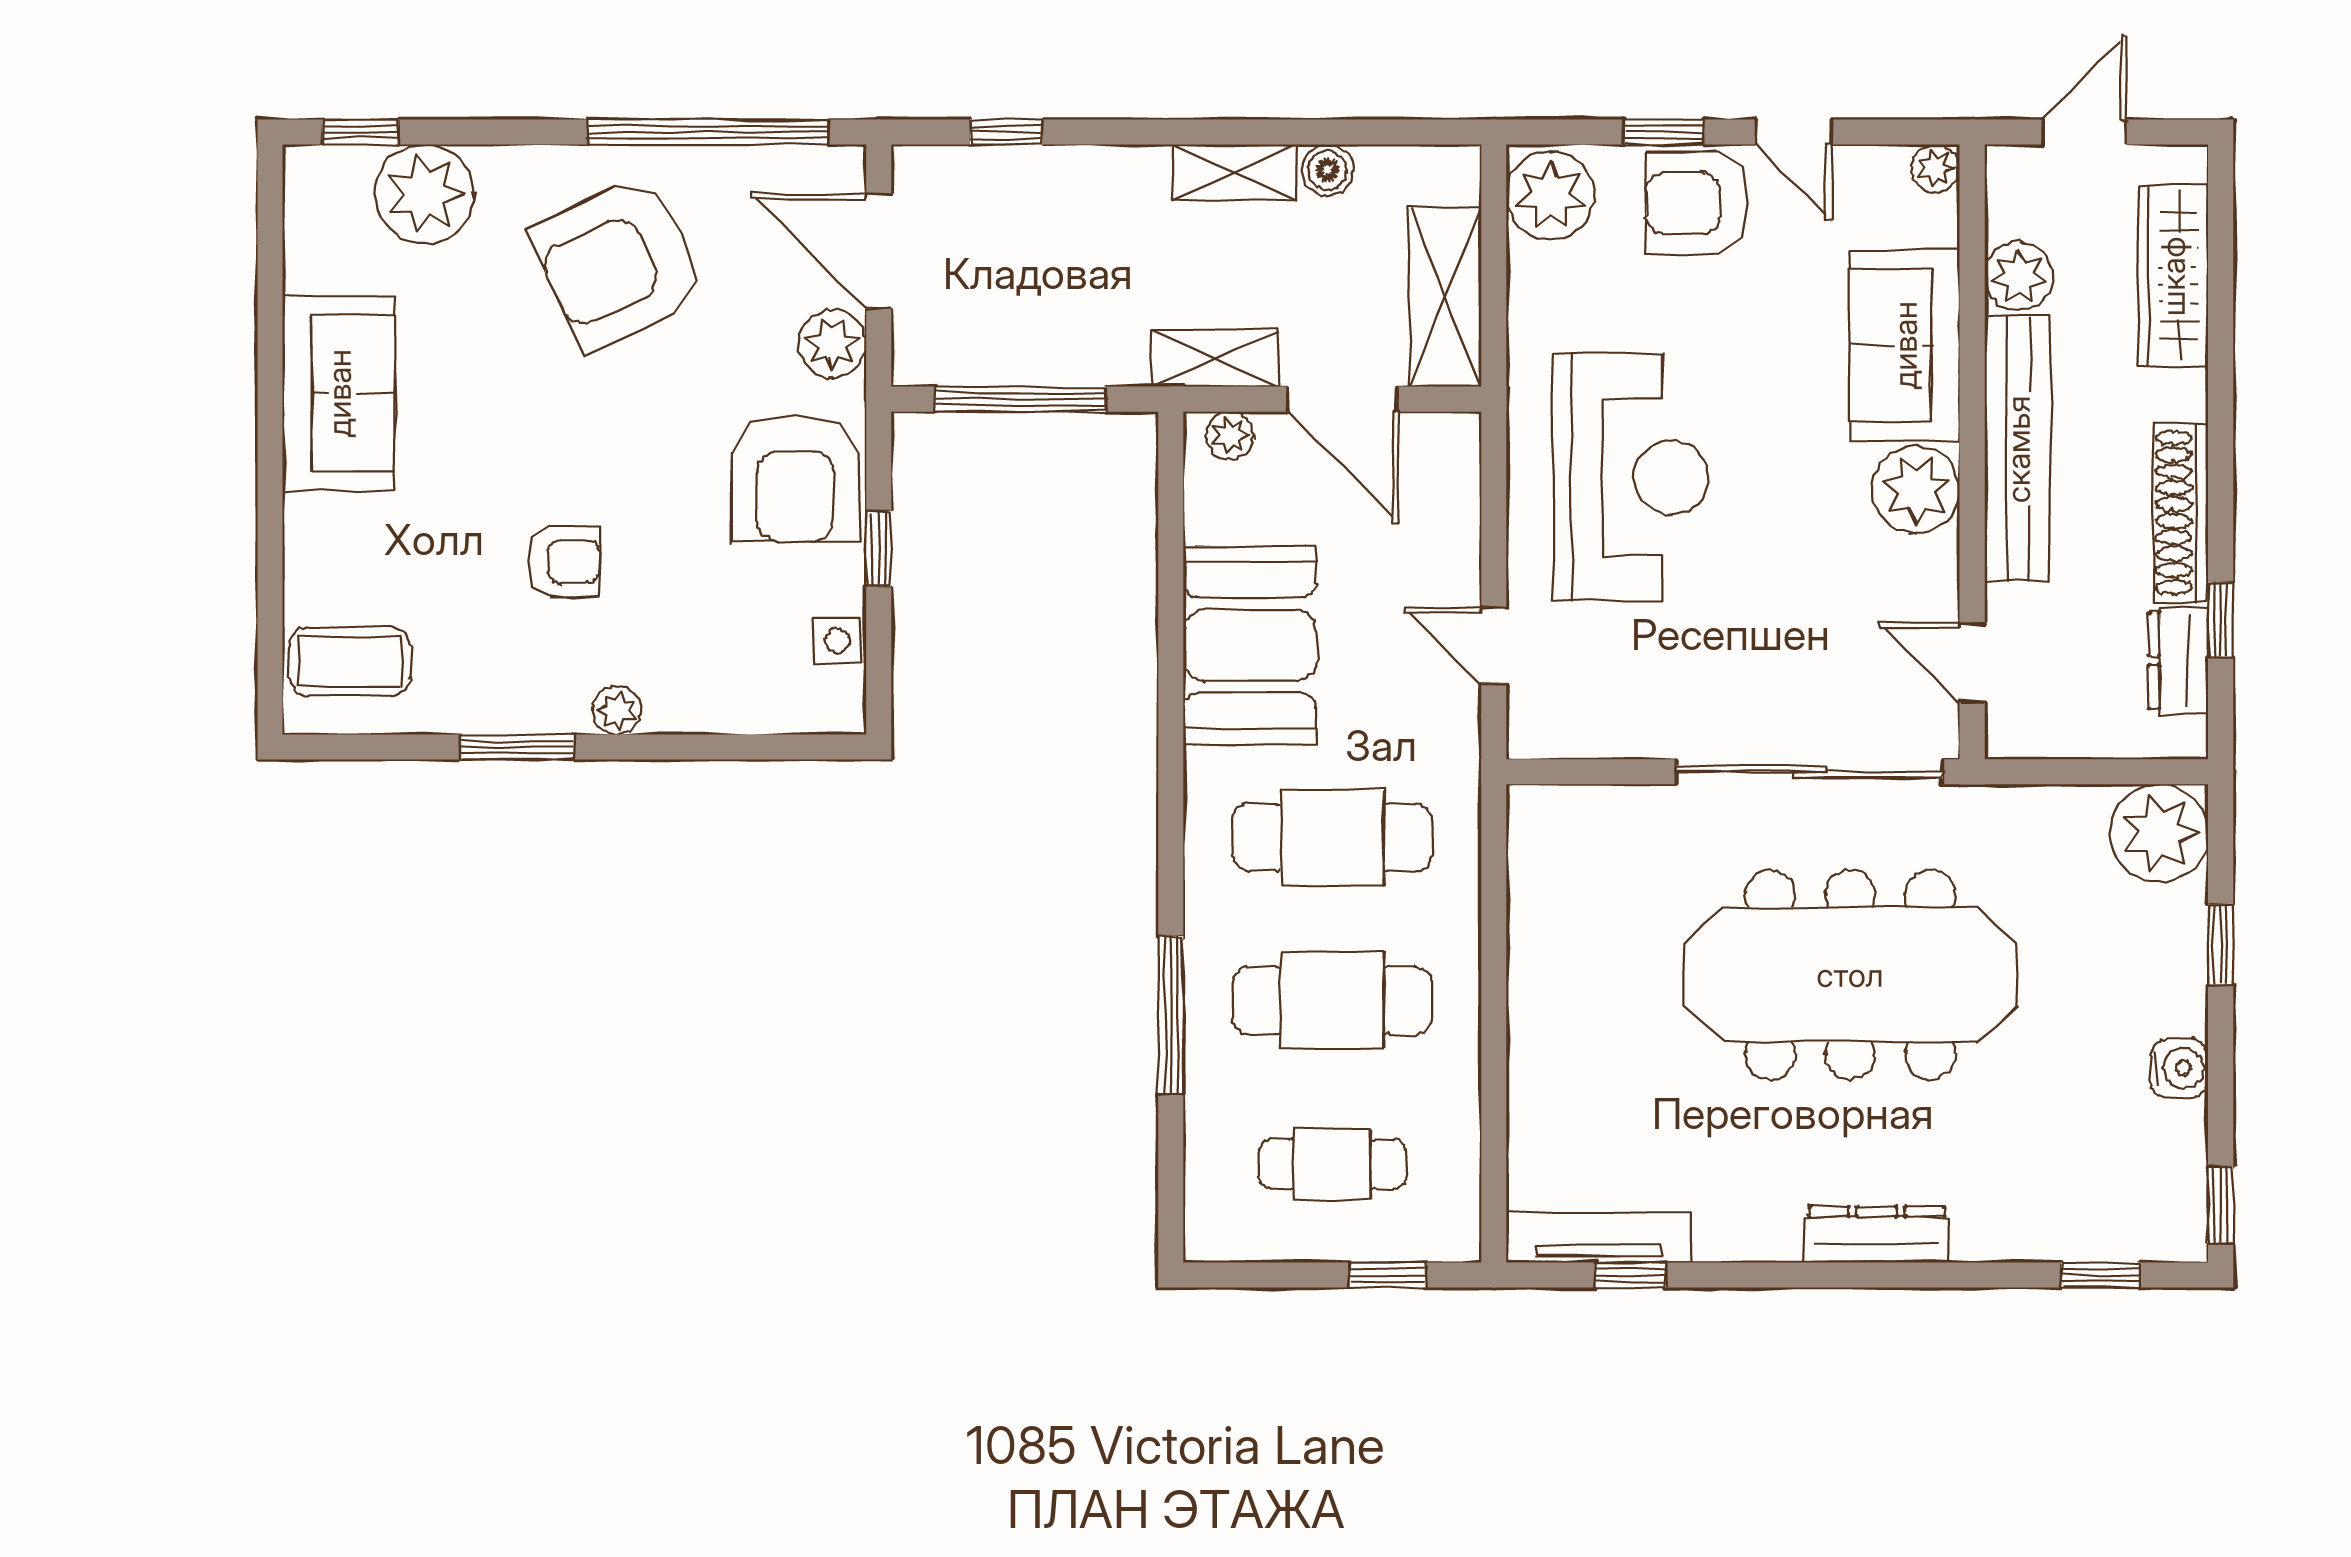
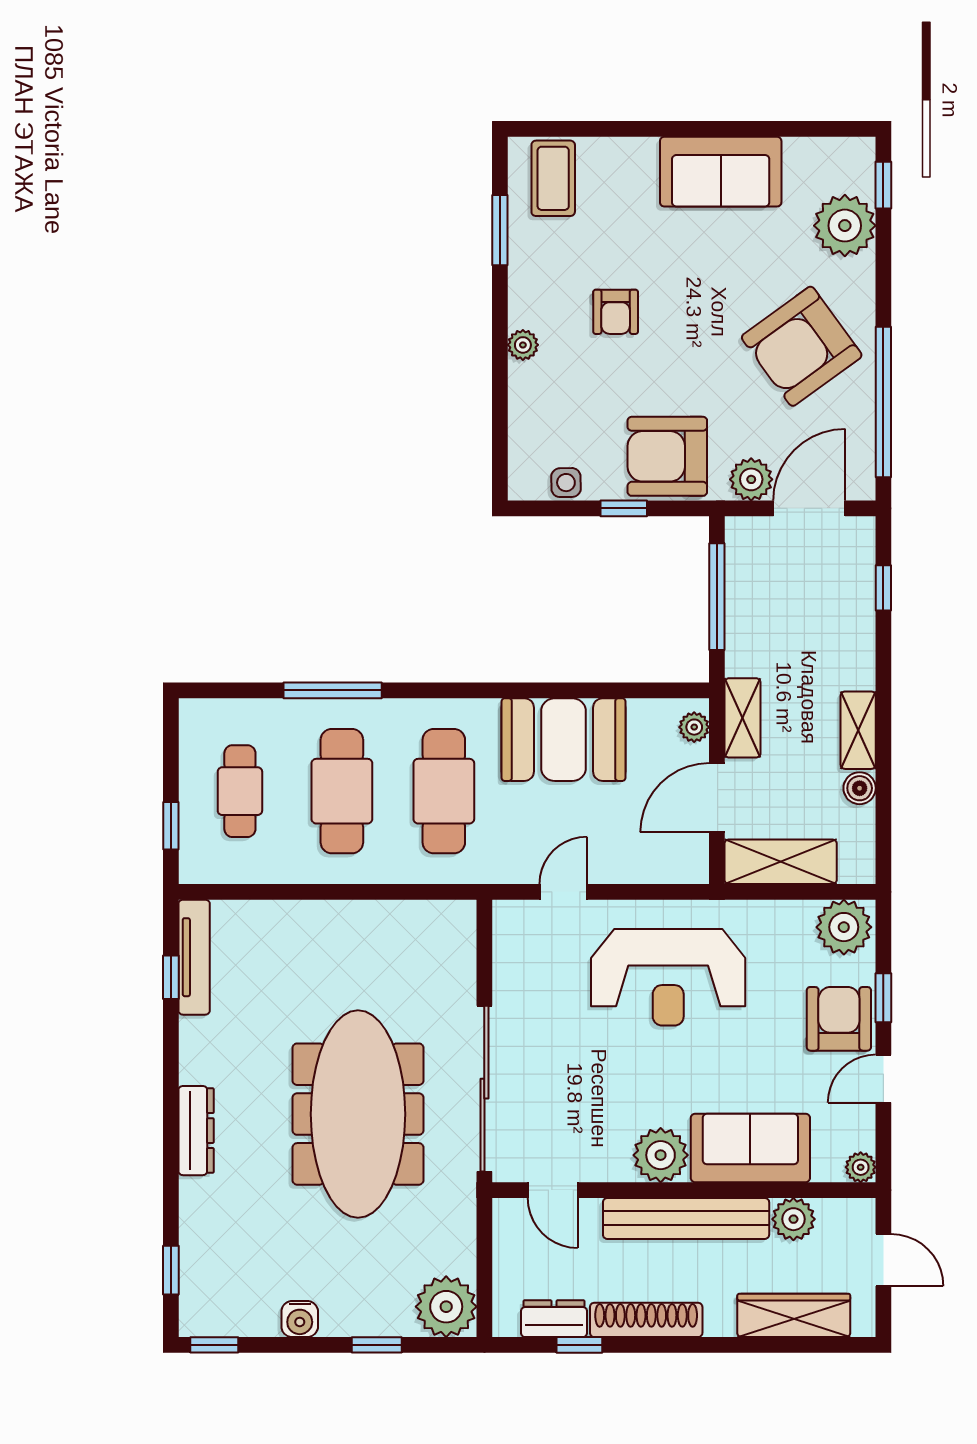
armchair: (619, 263) -> (802, 346), turned -101
door: (1972, 663) -> (553, 1190), swing flipped
window: (517, 747) -> (500, 230), moved

